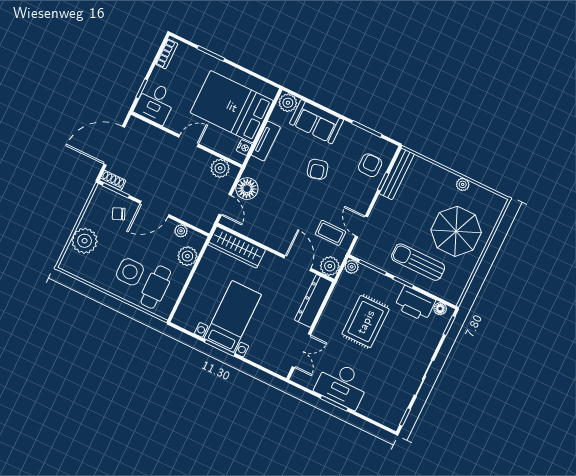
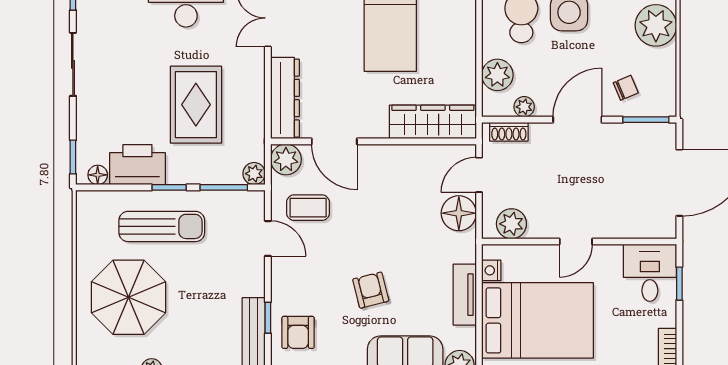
shoe rack: (113, 180) -> (509, 132), moved
door: (225, 205) -> (479, 175), hinge flipped

